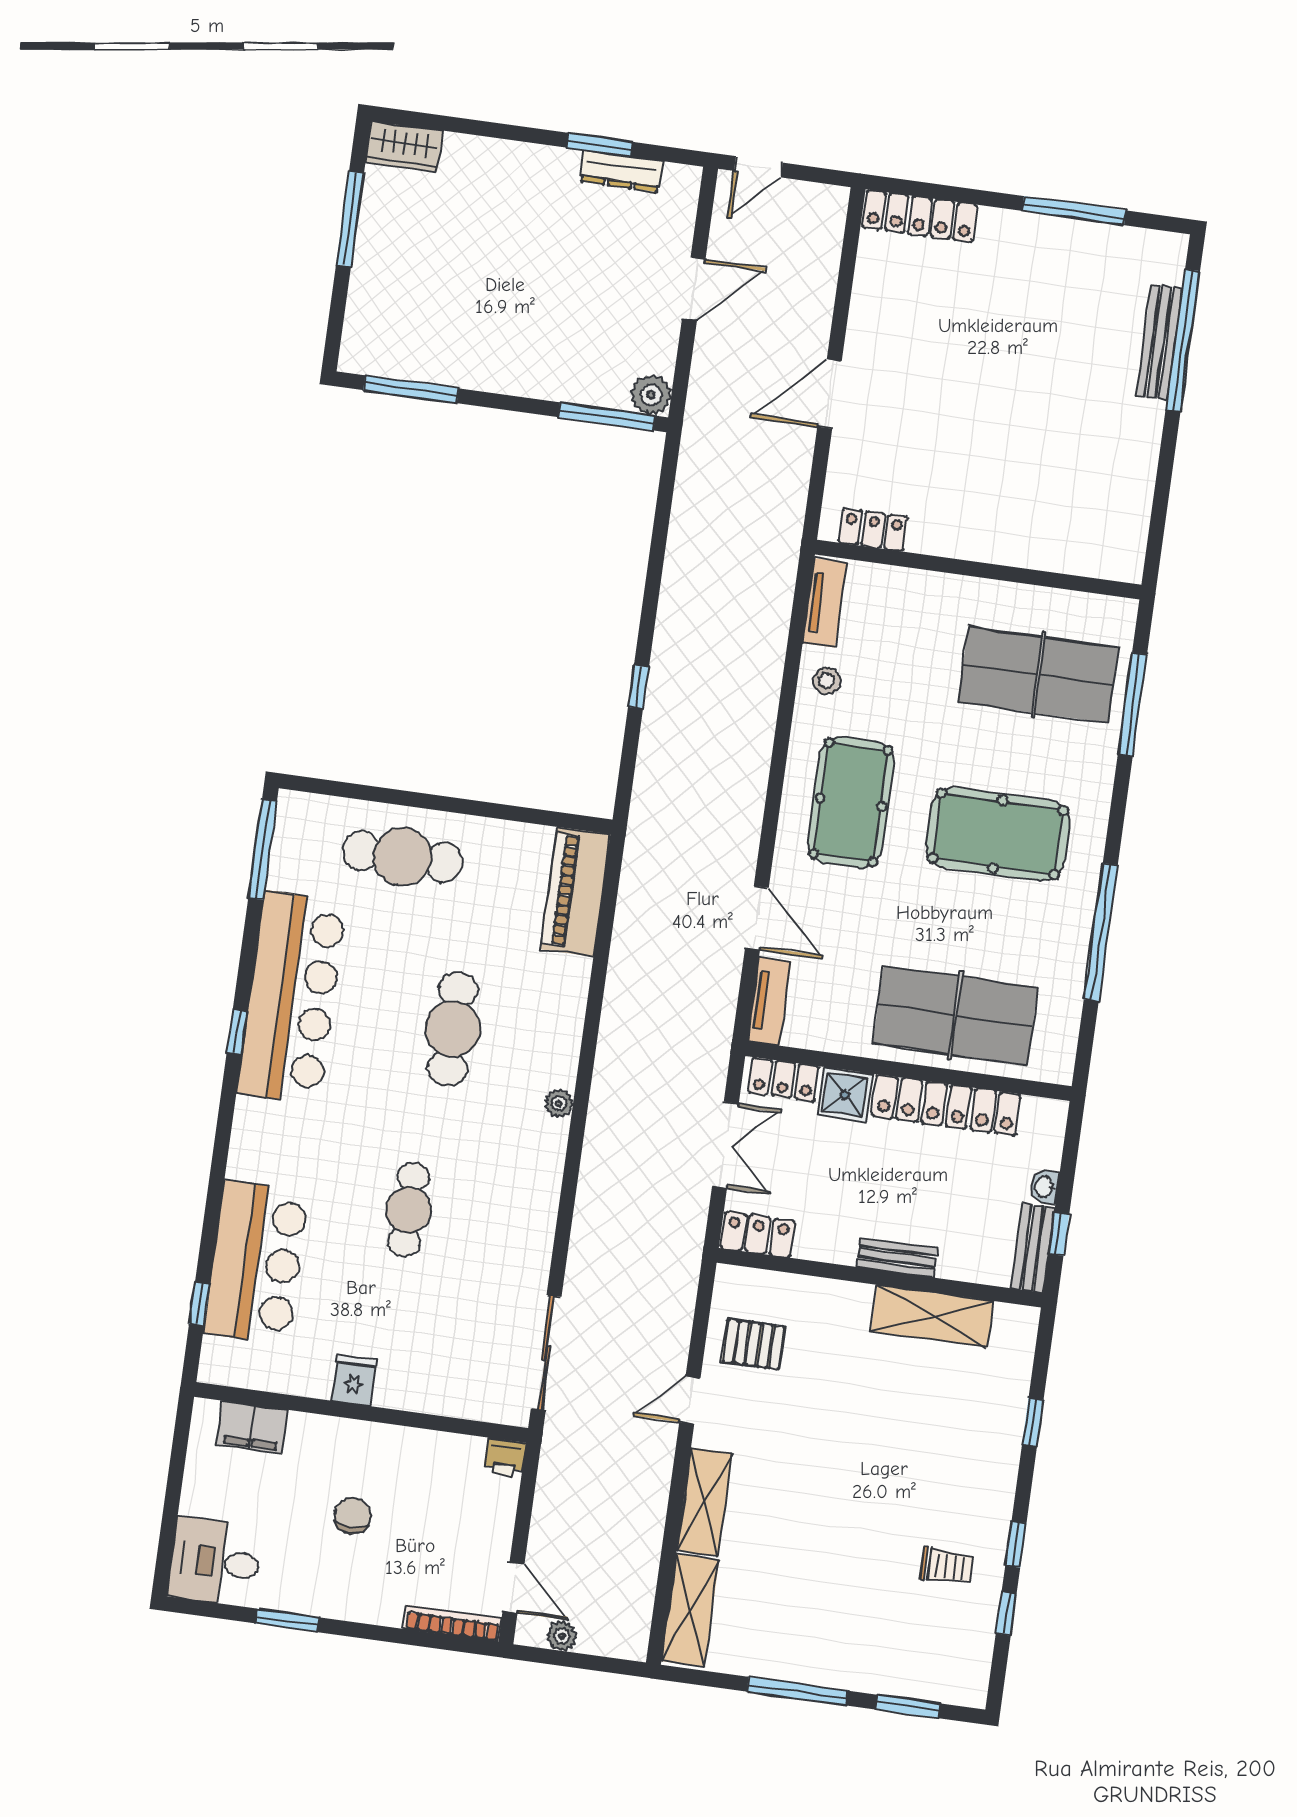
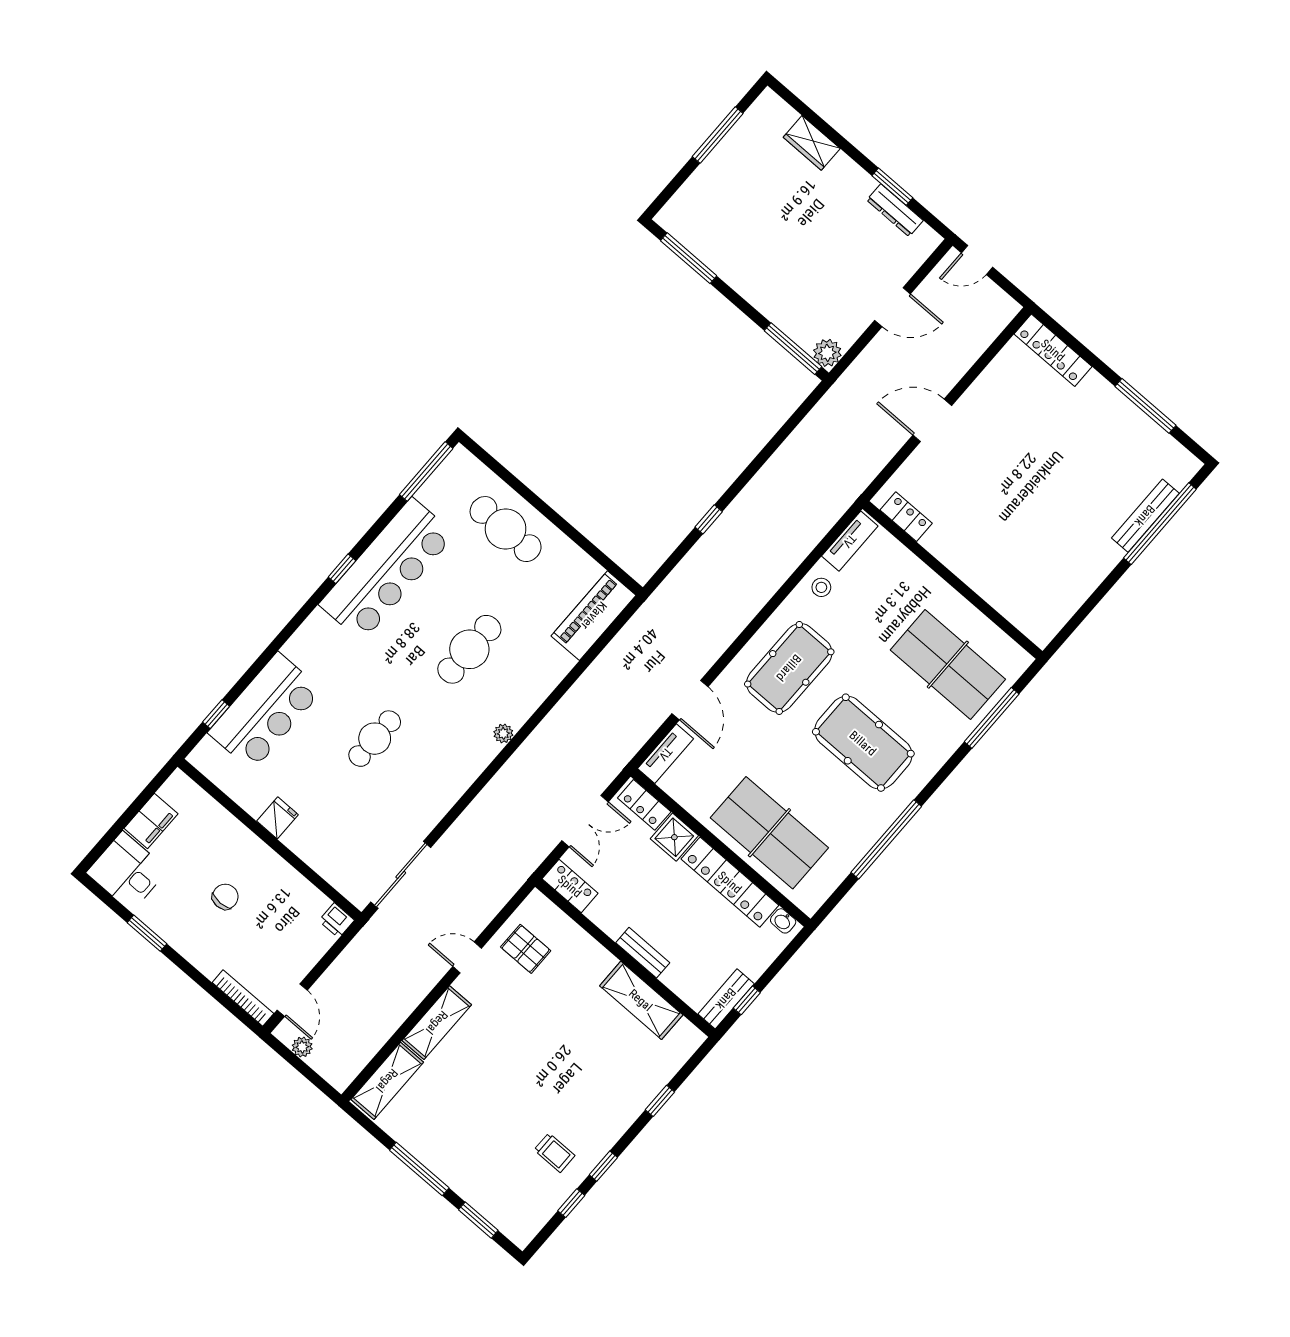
wardrobe: (404, 146) -> (812, 143), moved
washbasin: (1044, 1187) -> (783, 921), moved, turned -90
filing cabinet: (252, 1427) -> (151, 821), moved, turned -90

